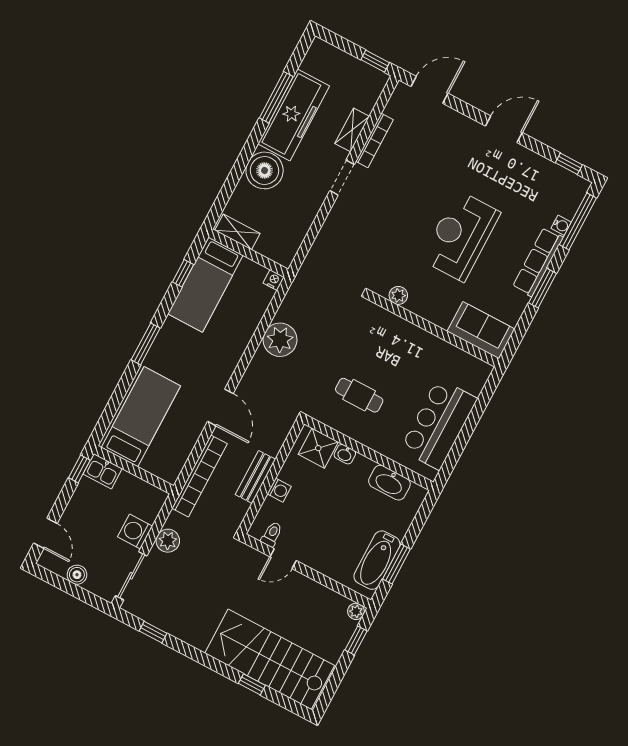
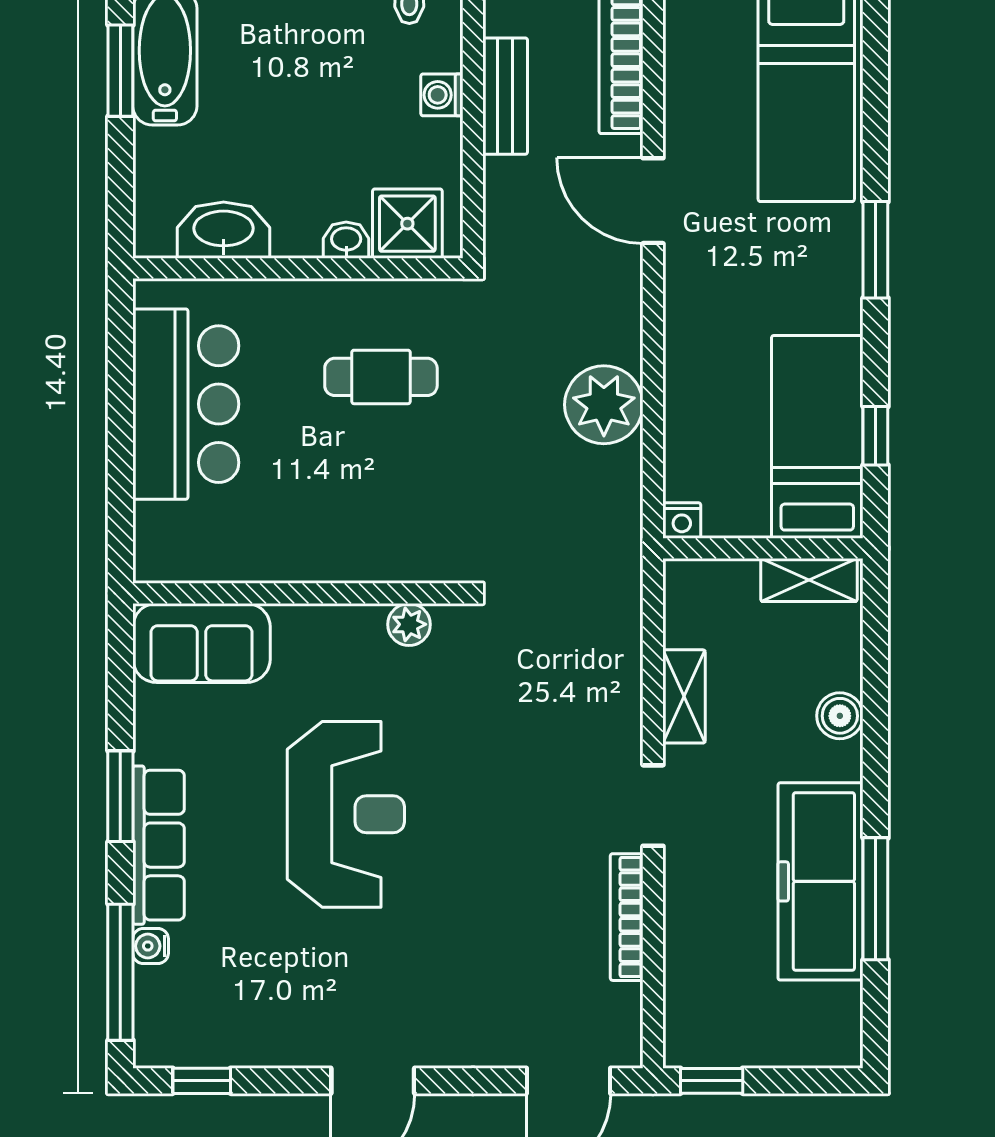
shelving: (352, 130) -> (684, 696), moved
boiler: (265, 170) -> (840, 716), width x0.54, depth x0.54

